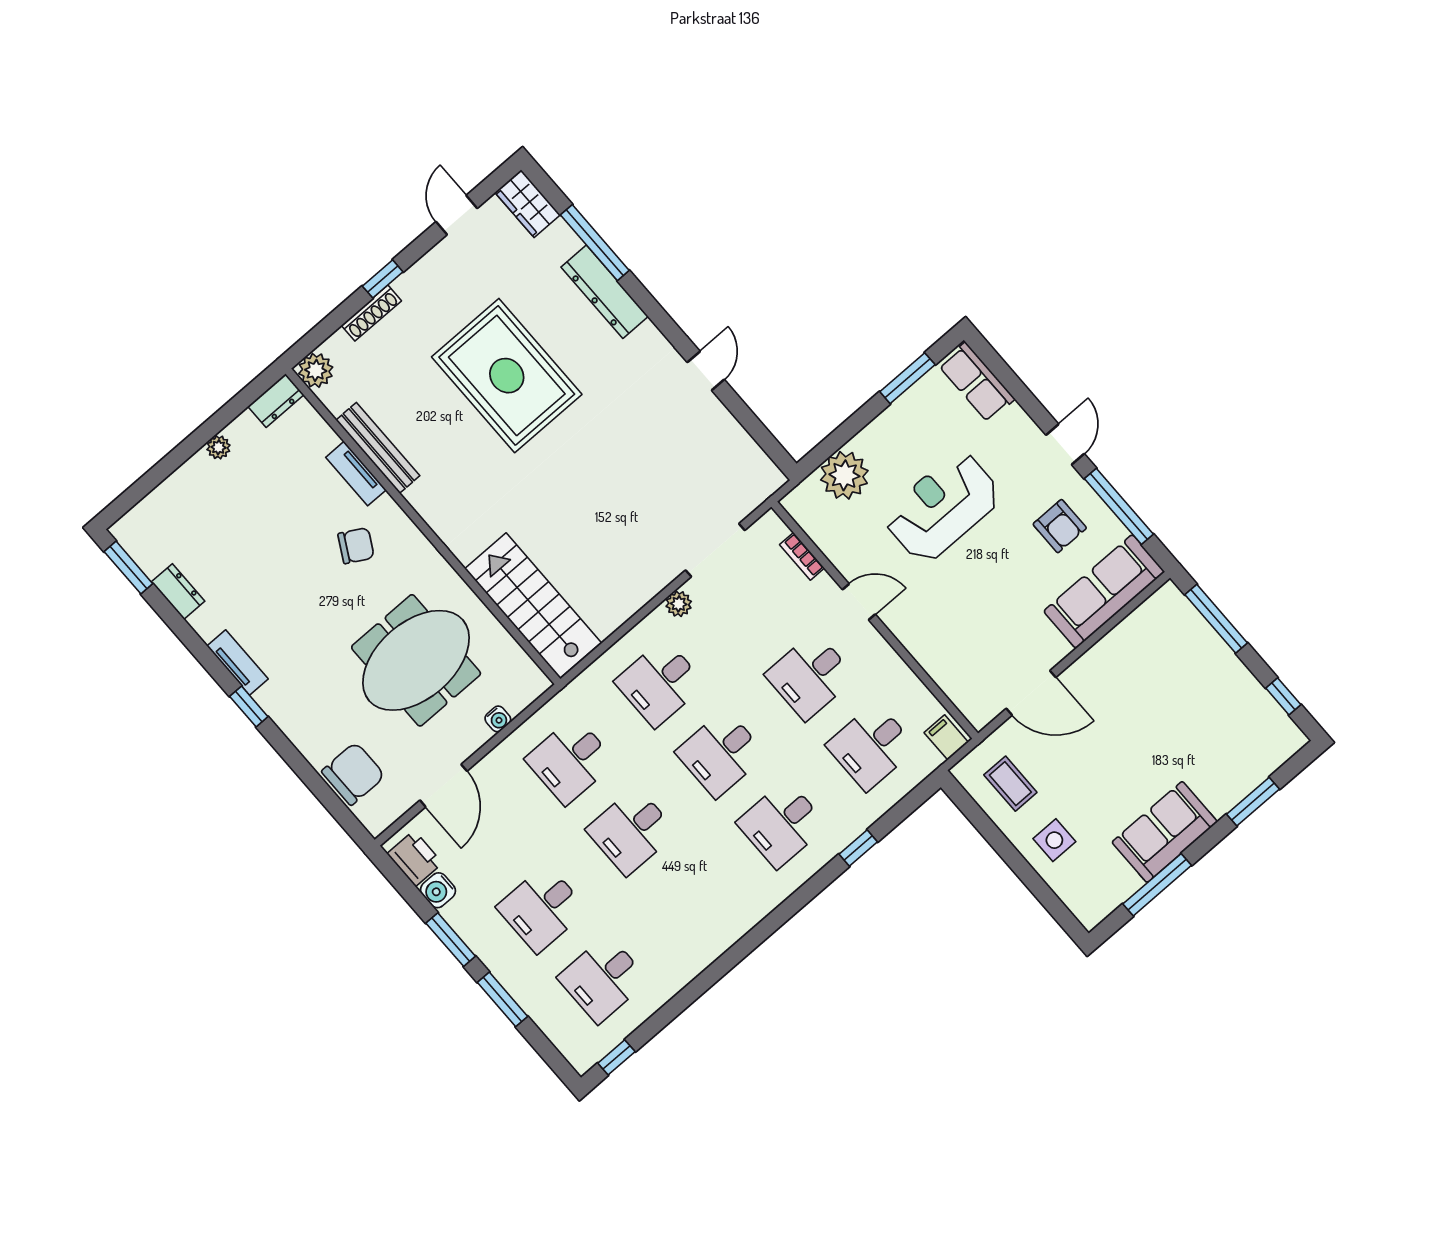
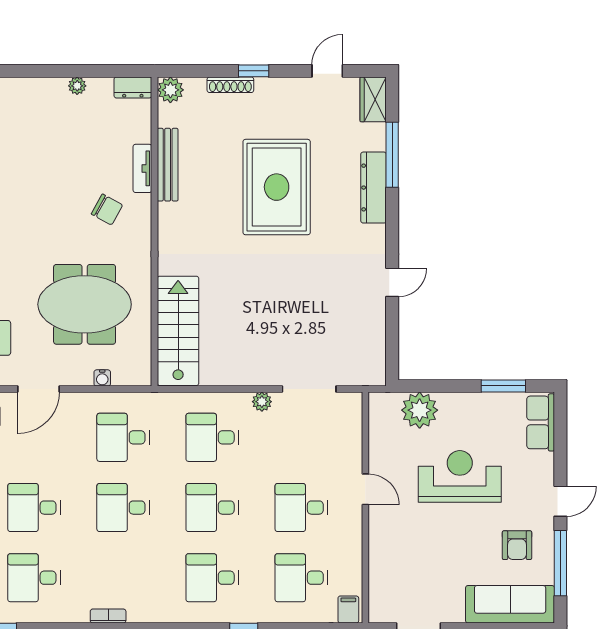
bookcase: (802, 556) -> (108, 616), moved, turned 90

